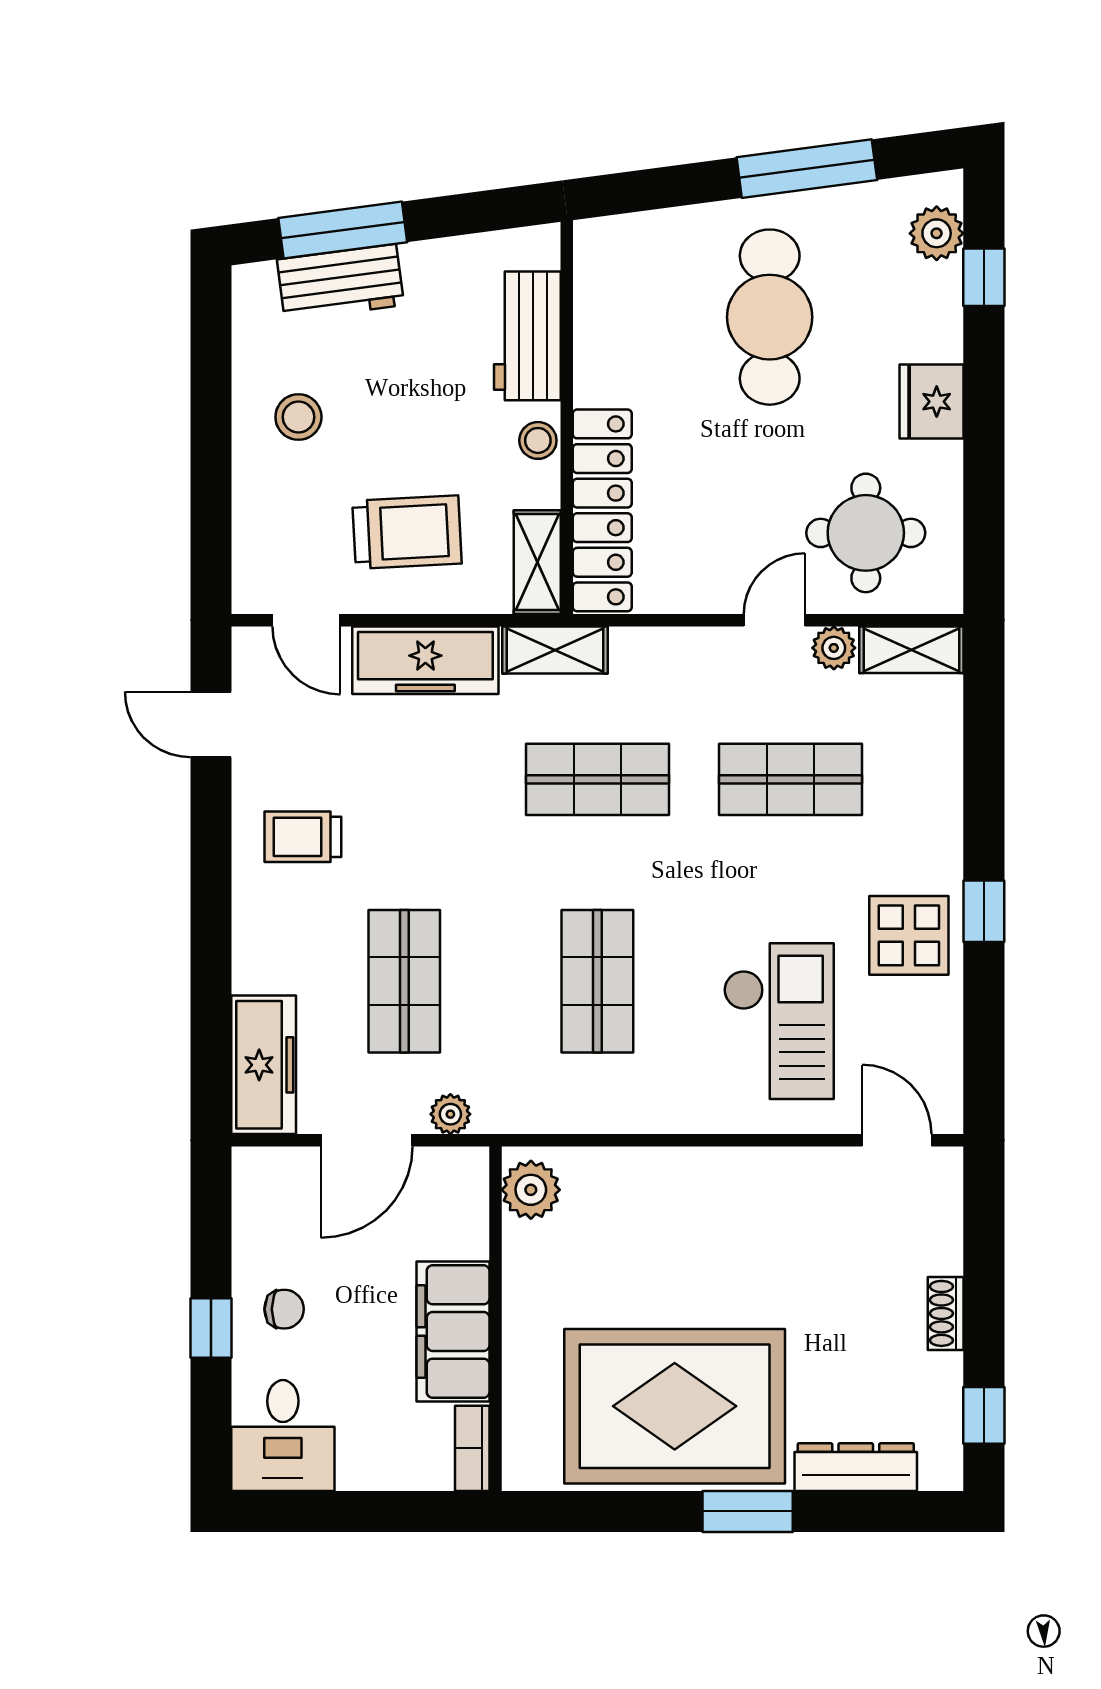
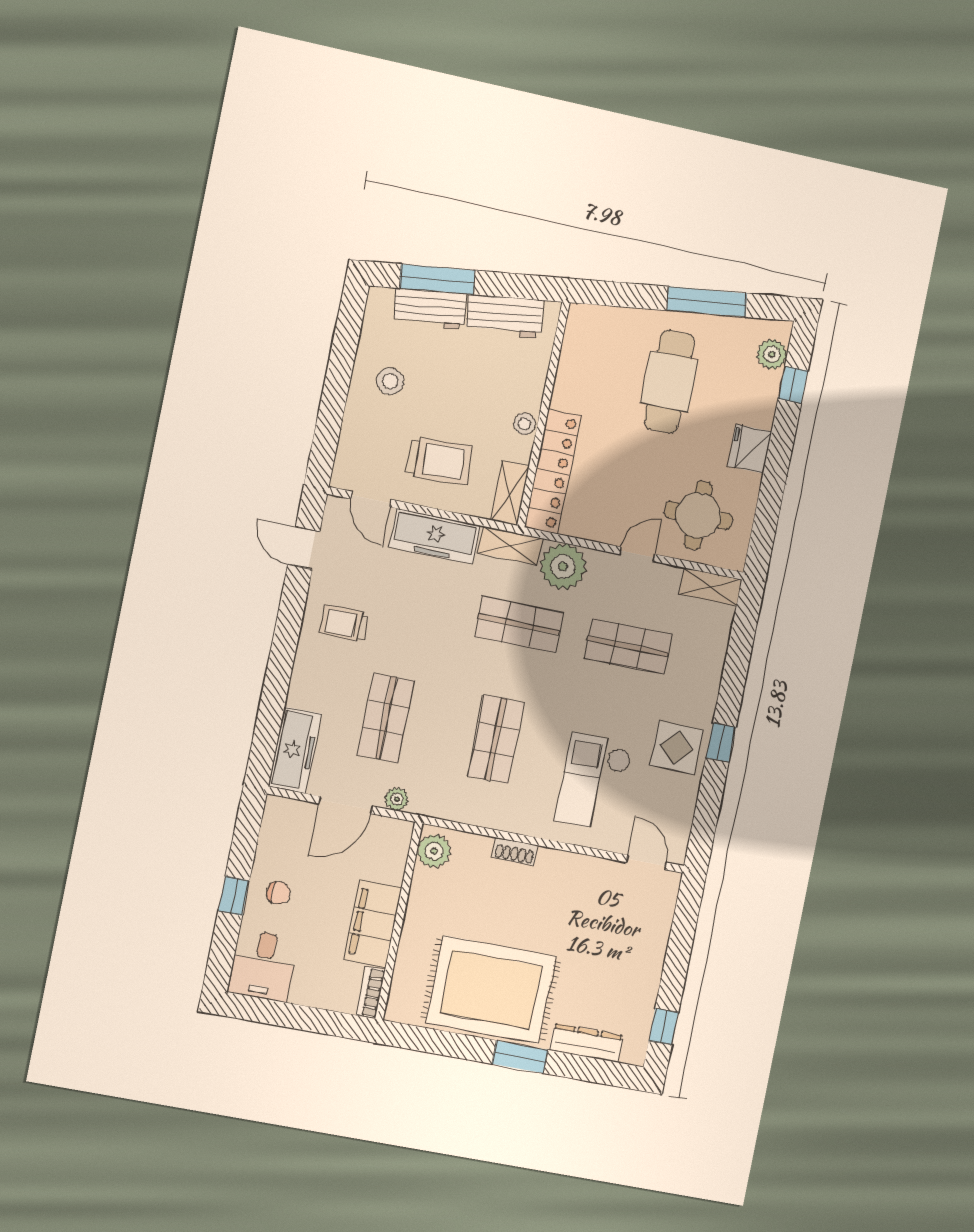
workbench: (527, 336) -> (505, 316), moved, turned -98
plant: (834, 648) -> (563, 566), moved, width x1.87, depth x1.87
checkout: (779, 1021) -> (594, 782), turned 180
shoe rack: (946, 1313) -> (515, 851), moved, turned -90

